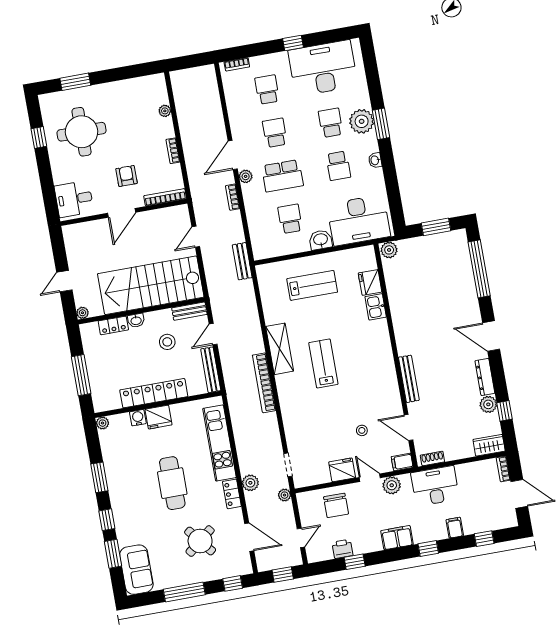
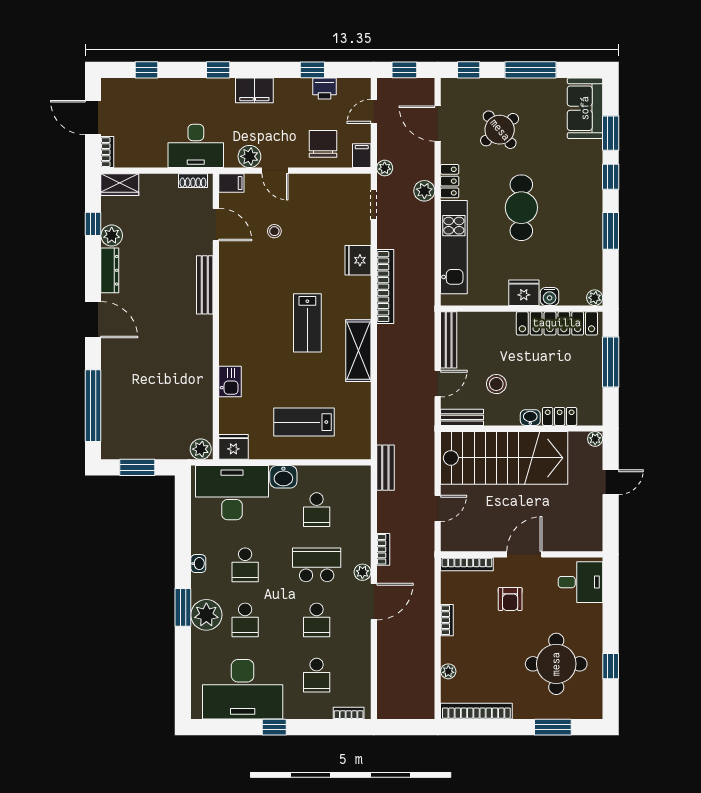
bookcase: (137, 84) -> (476, 711), added
school desk: (338, 166) -> (245, 565), turned 180
fridge: (370, 282) -> (233, 447), moved, turned -90
bookcase: (264, 383) -> (385, 287), moved
locker: (154, 393) -> (557, 323), moved
fridge: (342, 470) -> (358, 260), moved, turned 90
filing cabinet: (455, 528) -> (362, 156), moved, turned 180

